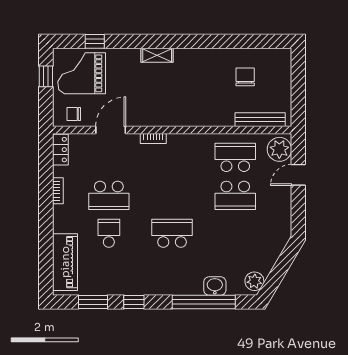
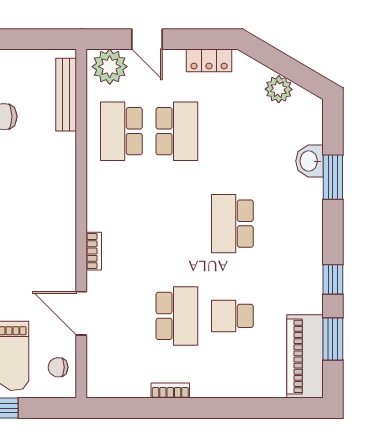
chair: (74, 114) -> (58, 367), turned 90
locker: (60, 150) -> (209, 60), moved, turned 180
piano: (65, 262) -> (305, 356), moved, turned -90
plant: (254, 281) -> (279, 89), moved
window: (204, 302) -> (333, 177), width x0.47

